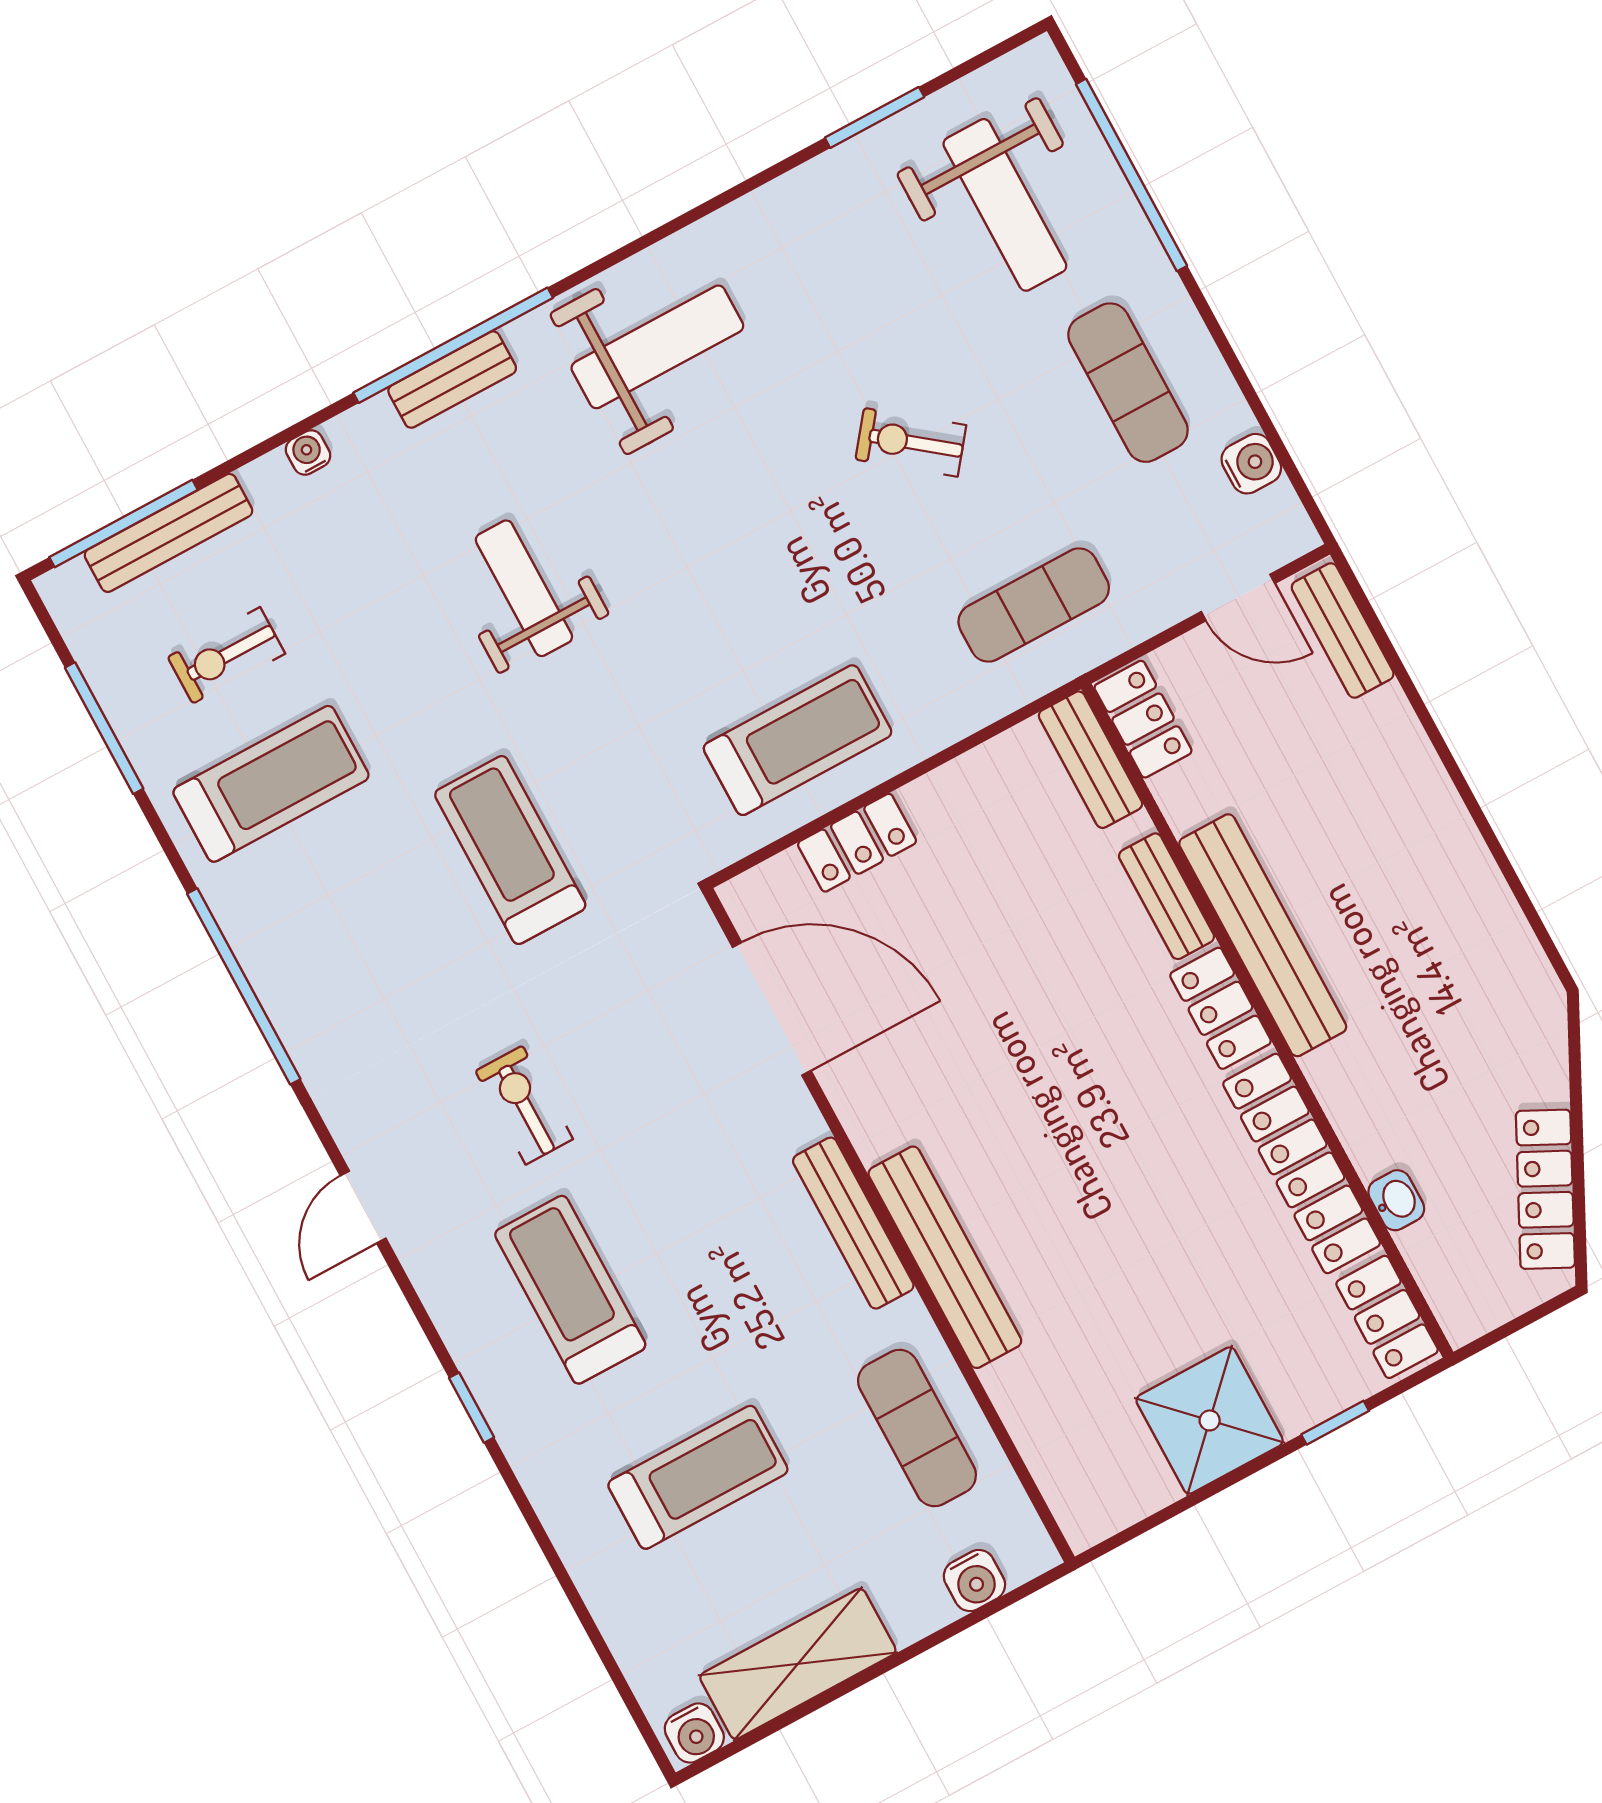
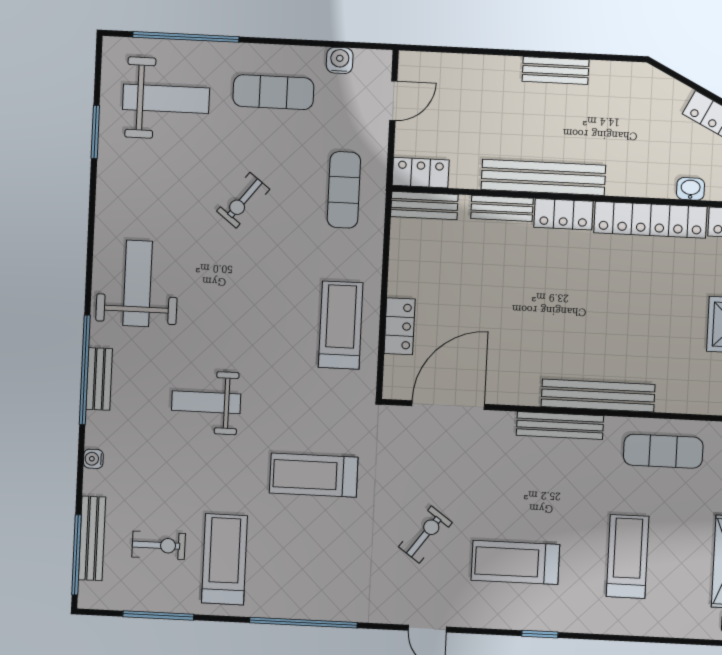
bench: (1343, 631) -> (556, 70), moved
exercise bike: (226, 655) -> (159, 545), turned -90
exercise bike: (524, 1105) -> (425, 535), turned 126

